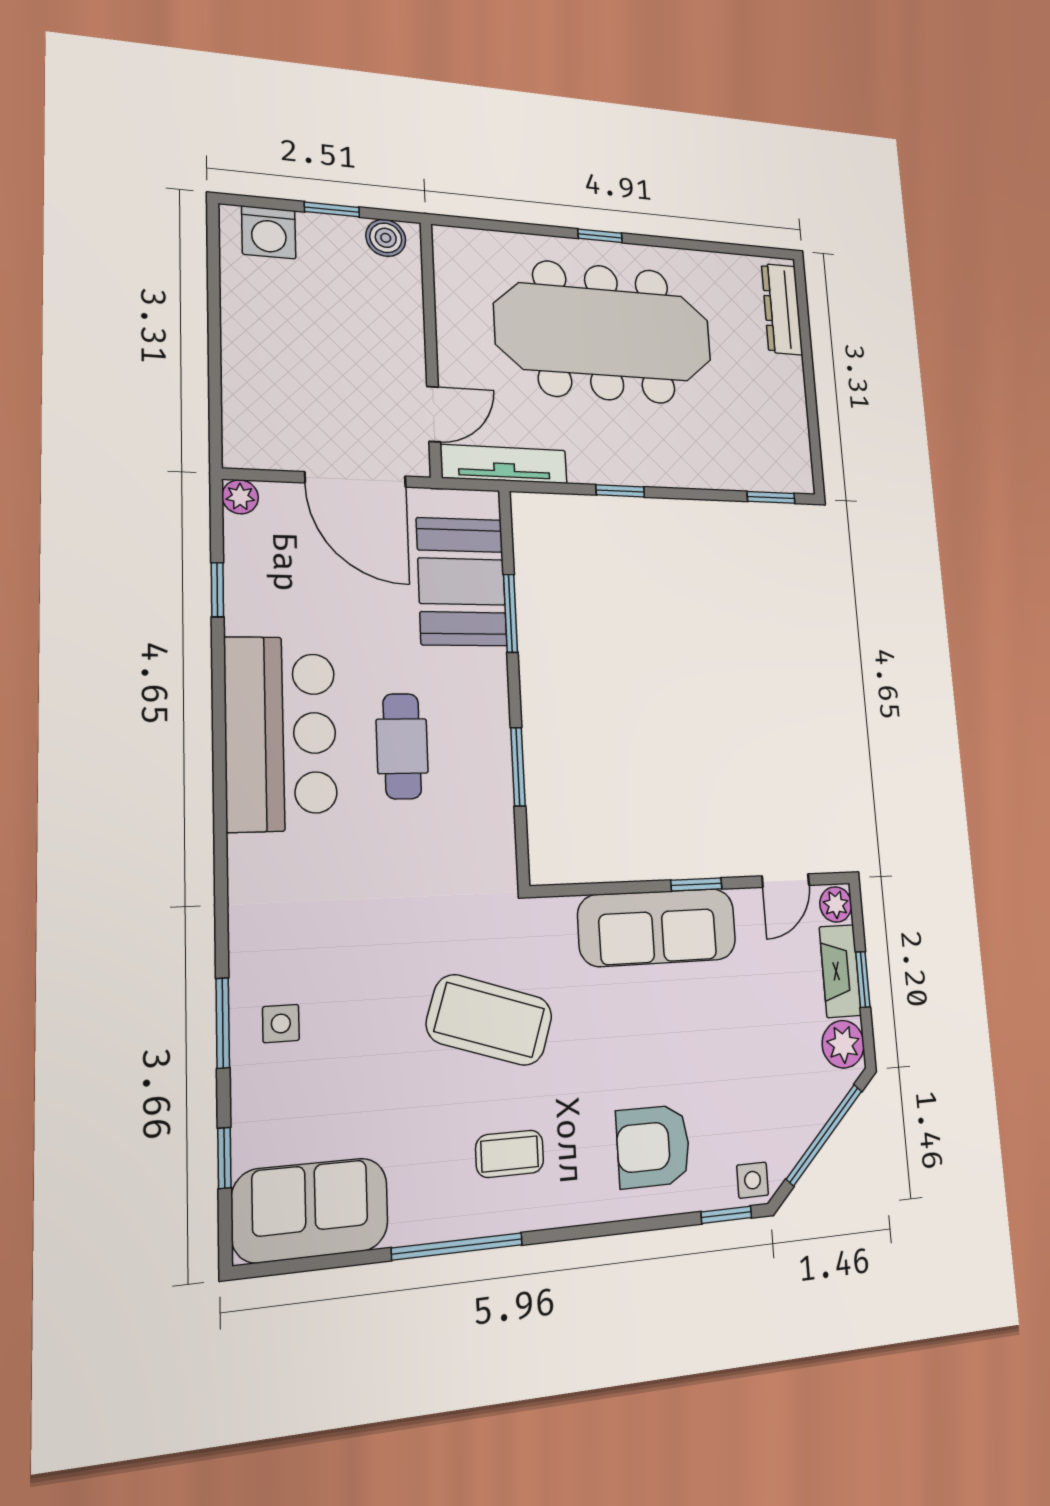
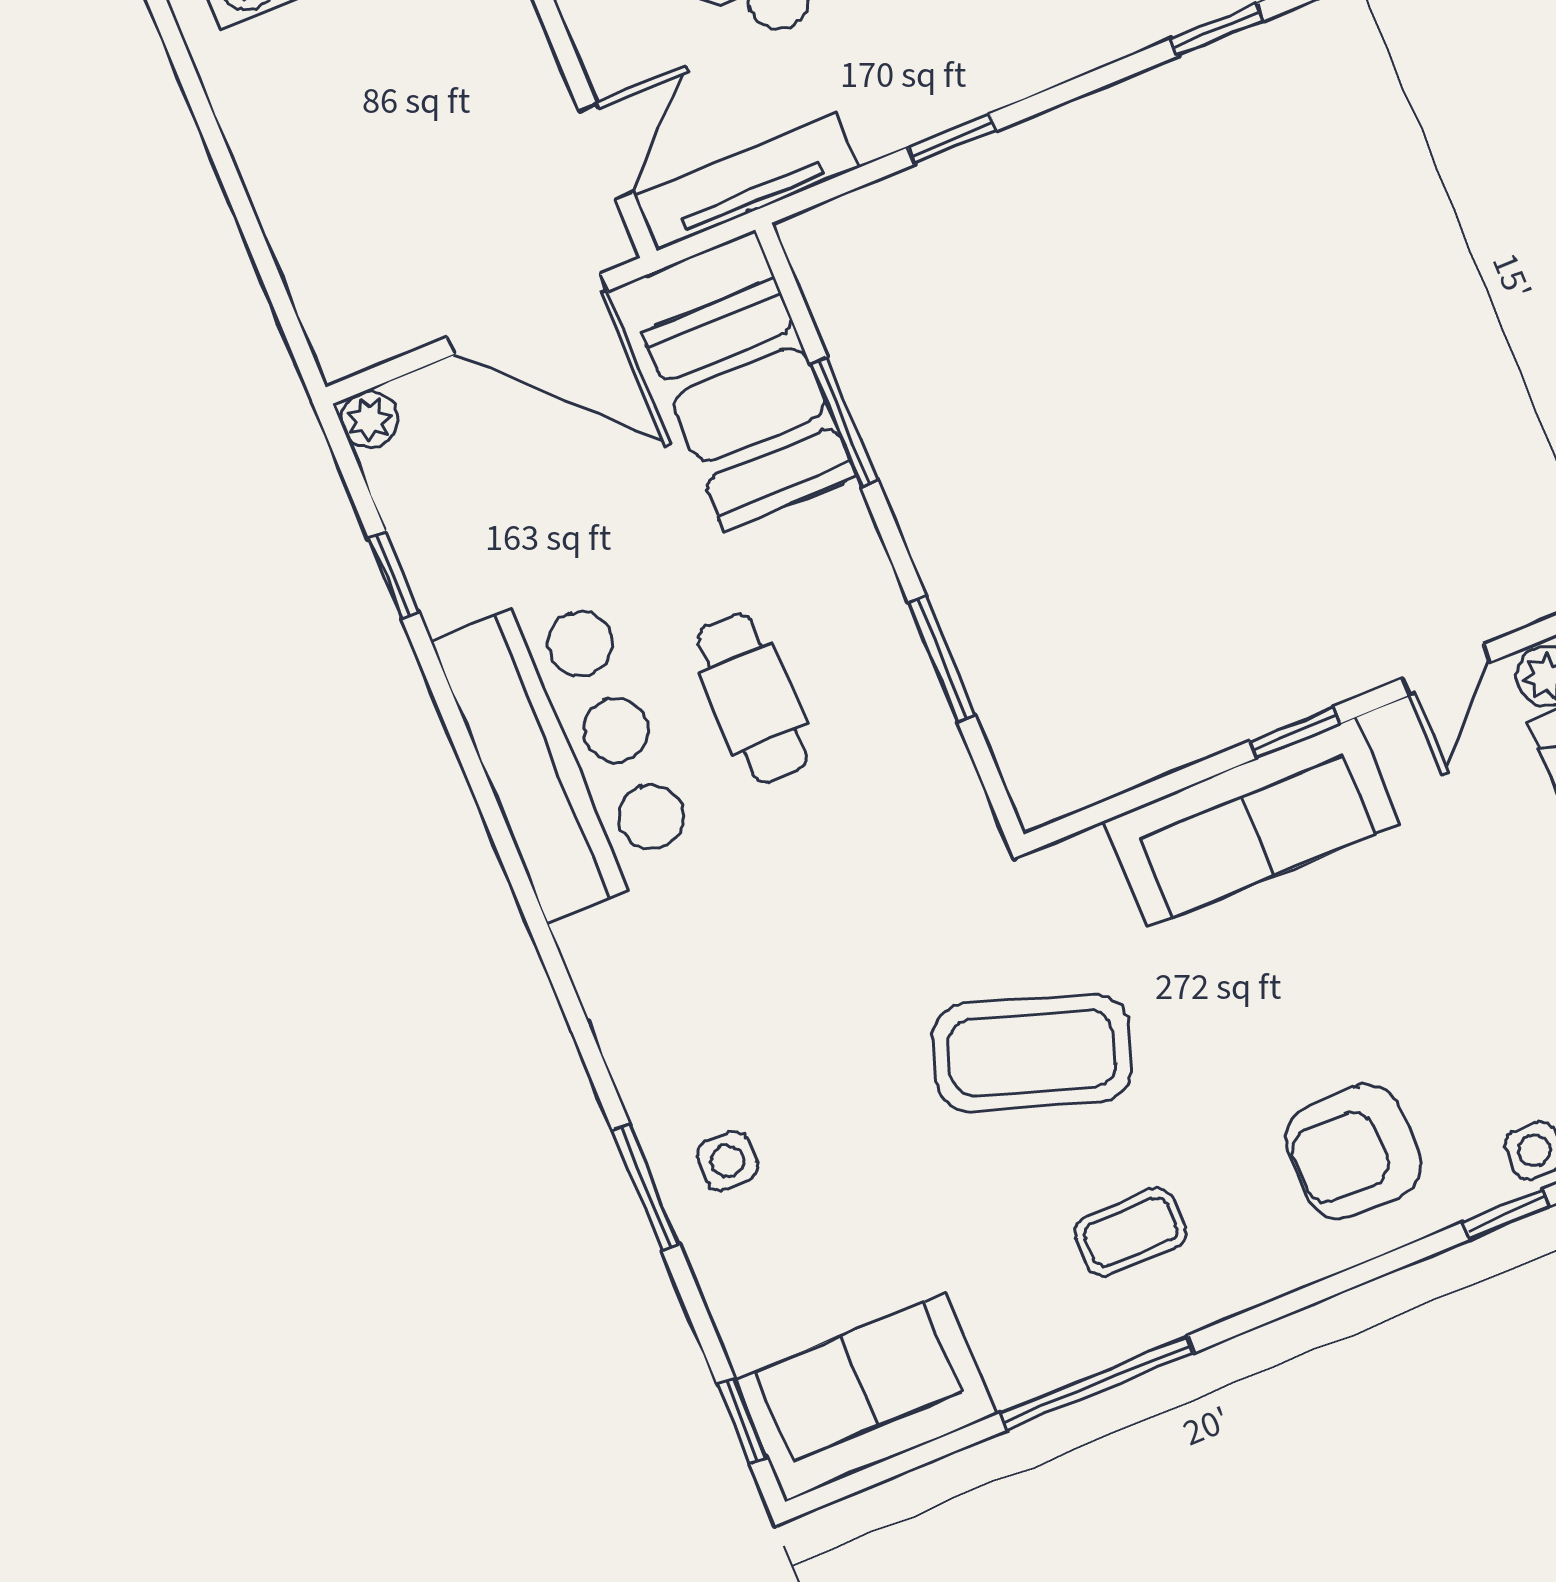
window: (224, 1158) -> (742, 1421), moved

